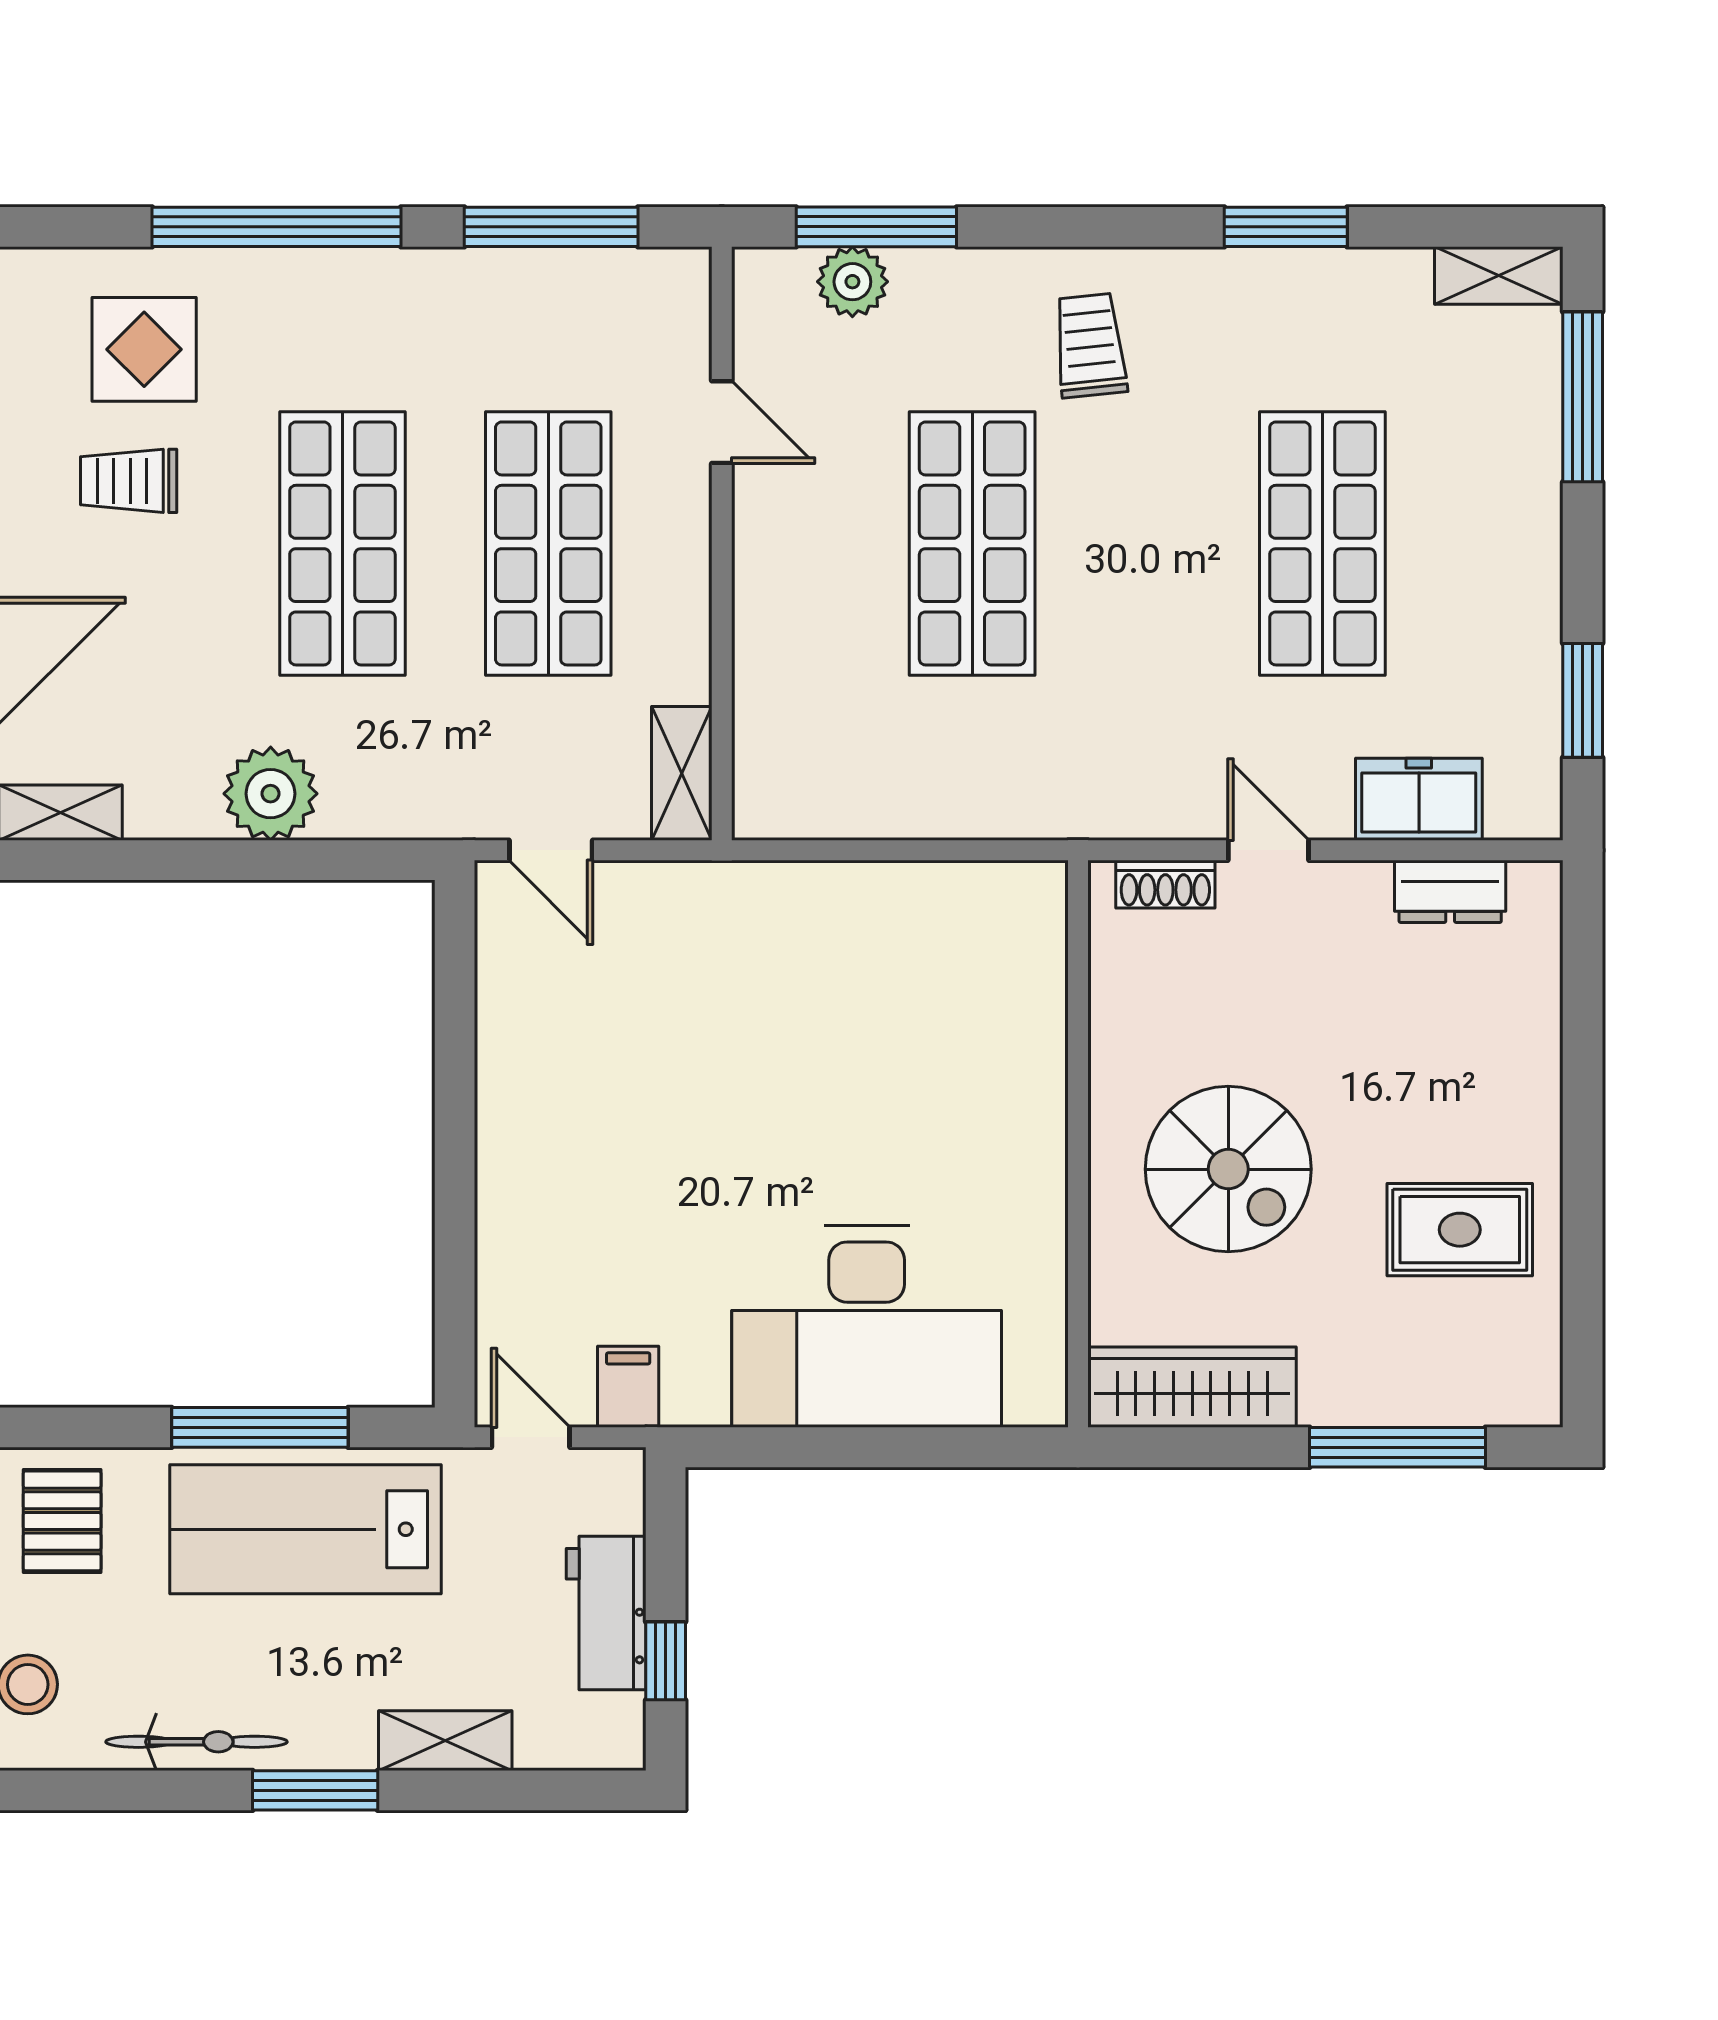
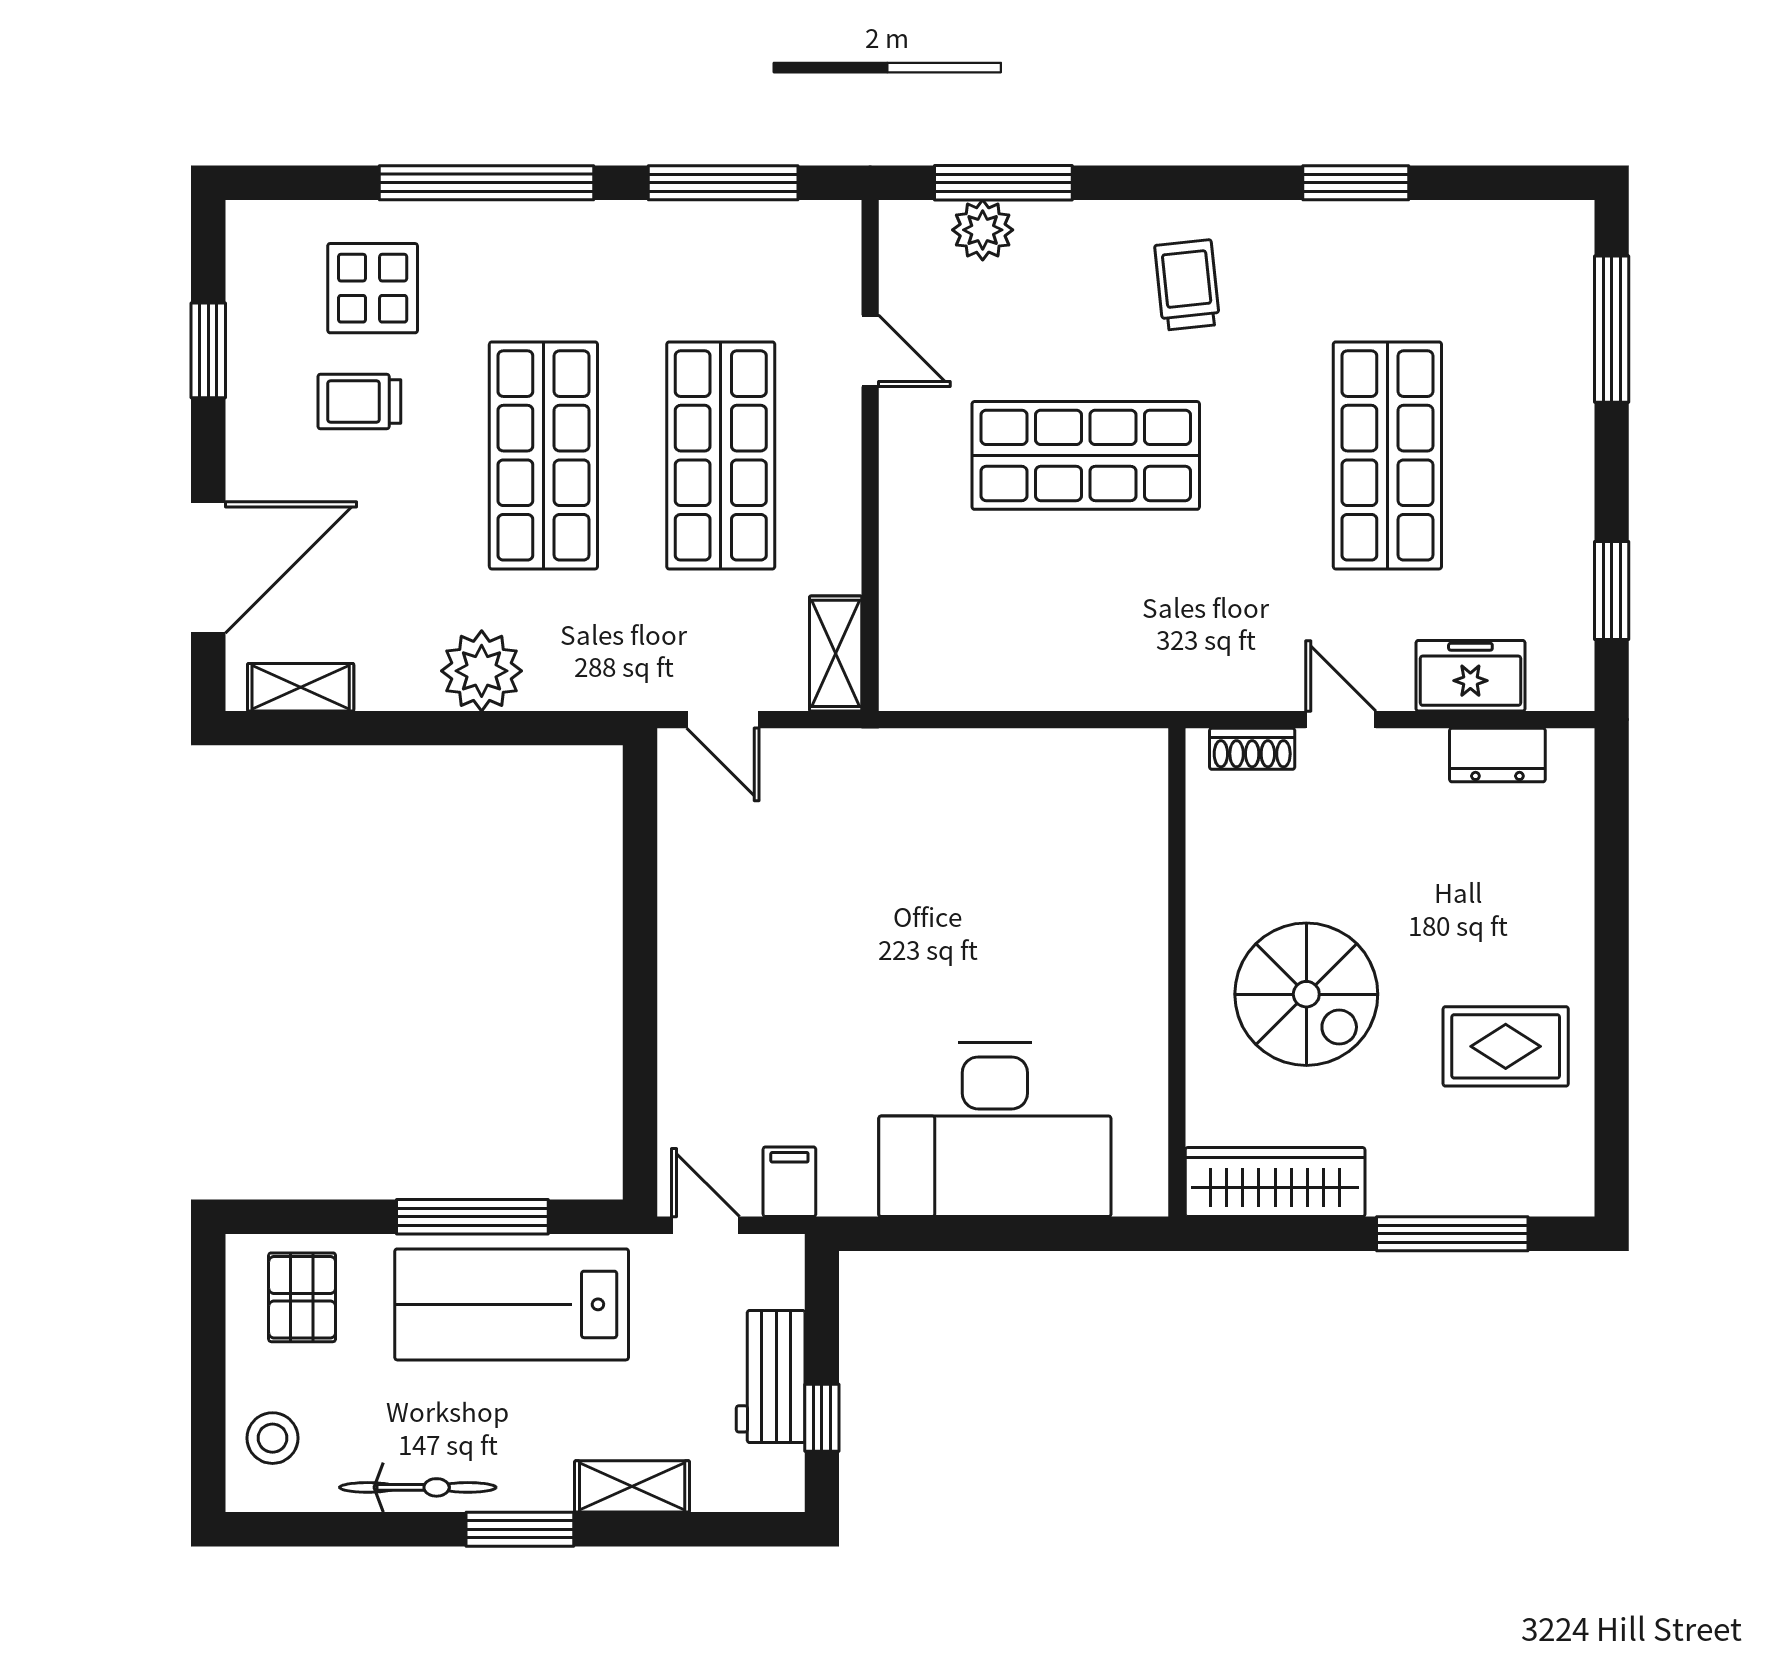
shelving: (1499, 275) -> (1539, 225), removed
shop shelf: (972, 543) -> (1086, 455), turned 90

